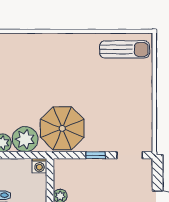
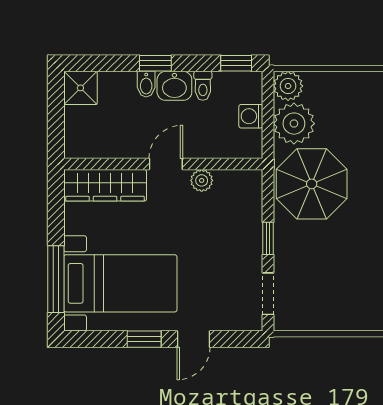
washing machine: (39, 166) -> (251, 116), moved

